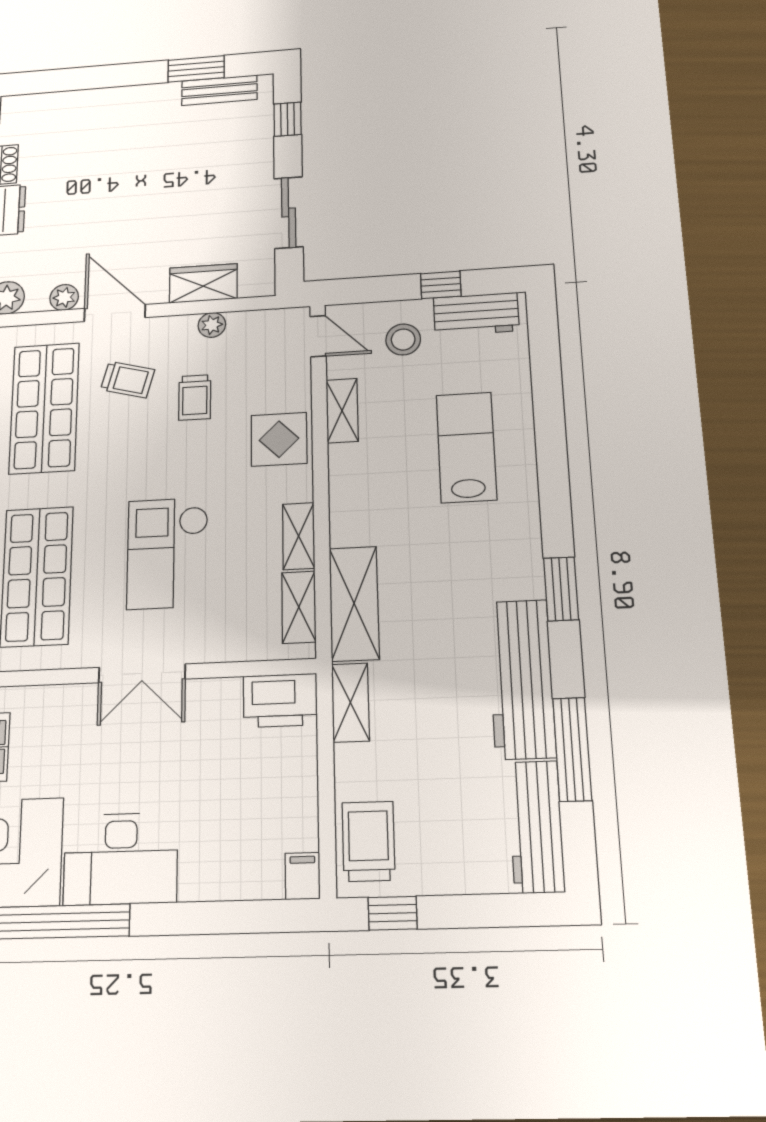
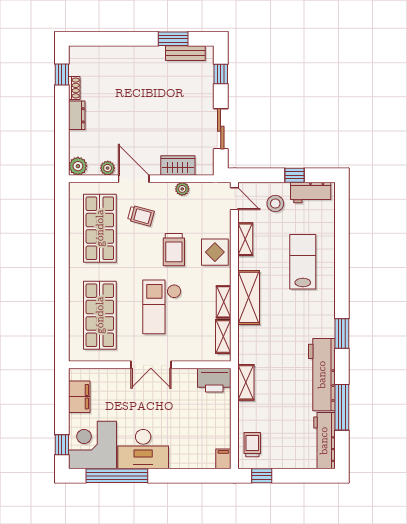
trolley: (195, 397) -> (174, 250), moved, width x1.36, depth x1.39
shelving: (354, 604) -> (249, 297), moved
trolley: (368, 841) -> (252, 445), width x0.73, depth x0.72

